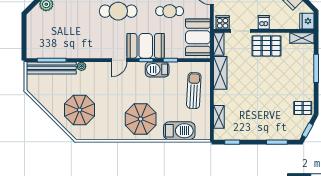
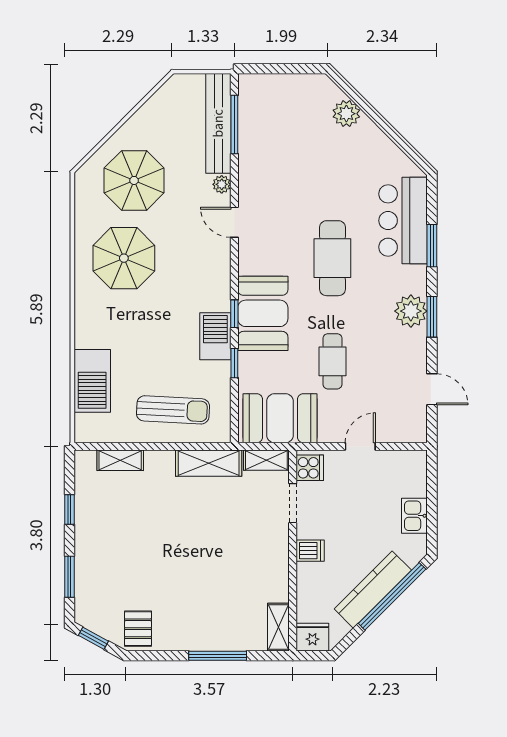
pallet: (266, 46) -> (263, 556), removed
door: (119, 60) -> (234, 222), moved
parasol: (141, 119) -> (124, 258), moved
window: (232, 142) -> (69, 510), moved

